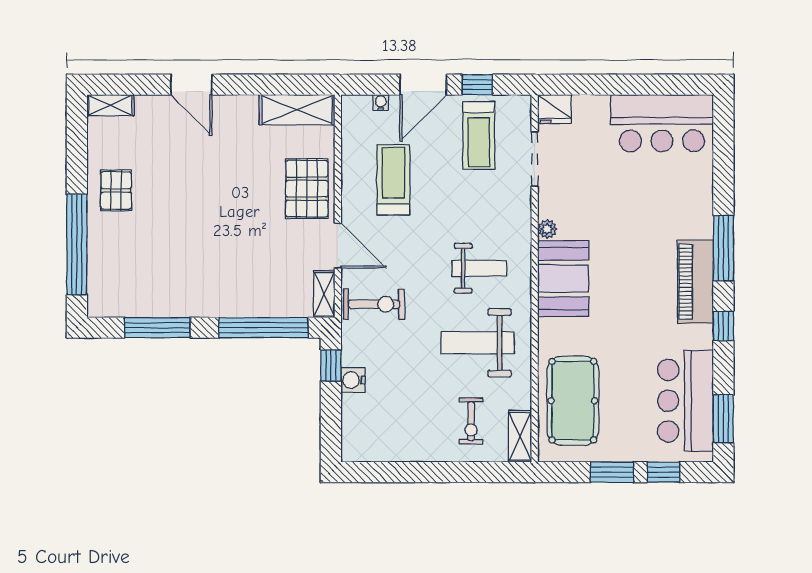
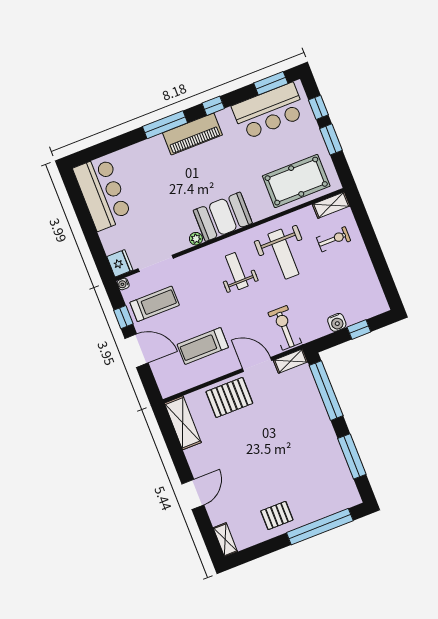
water cooler: (381, 102) -> (123, 284), moved
door: (338, 246) -> (257, 364), hinge flipped
window: (331, 366) -> (359, 330), moved

